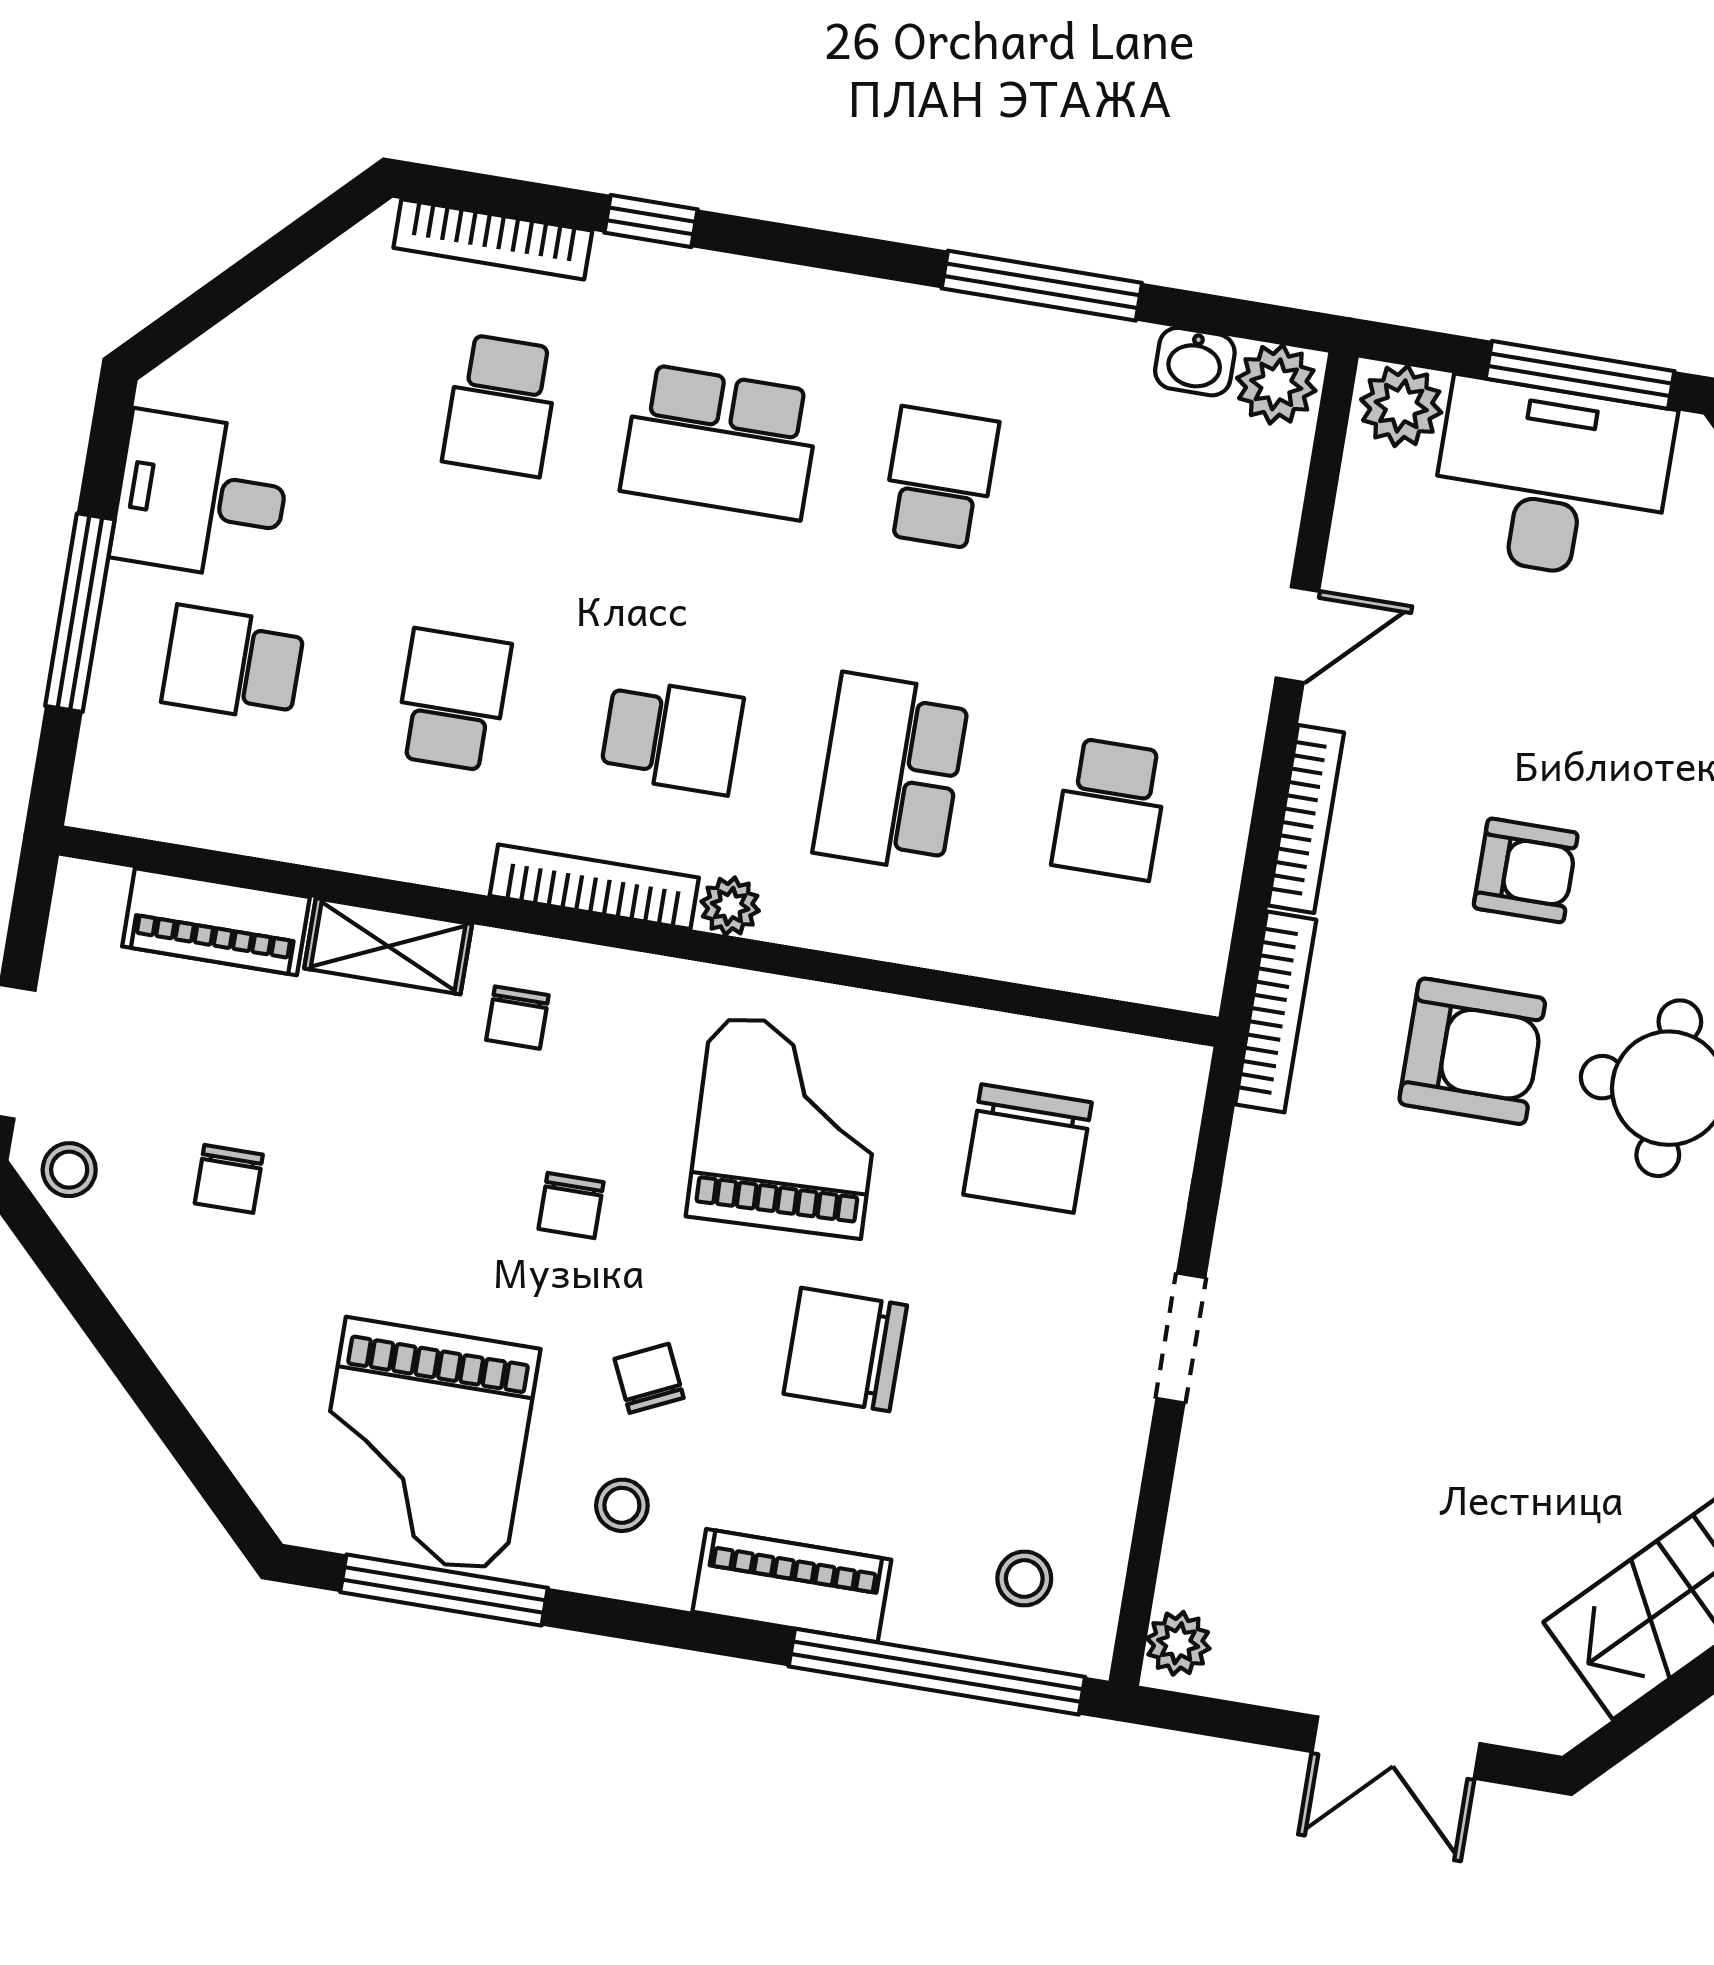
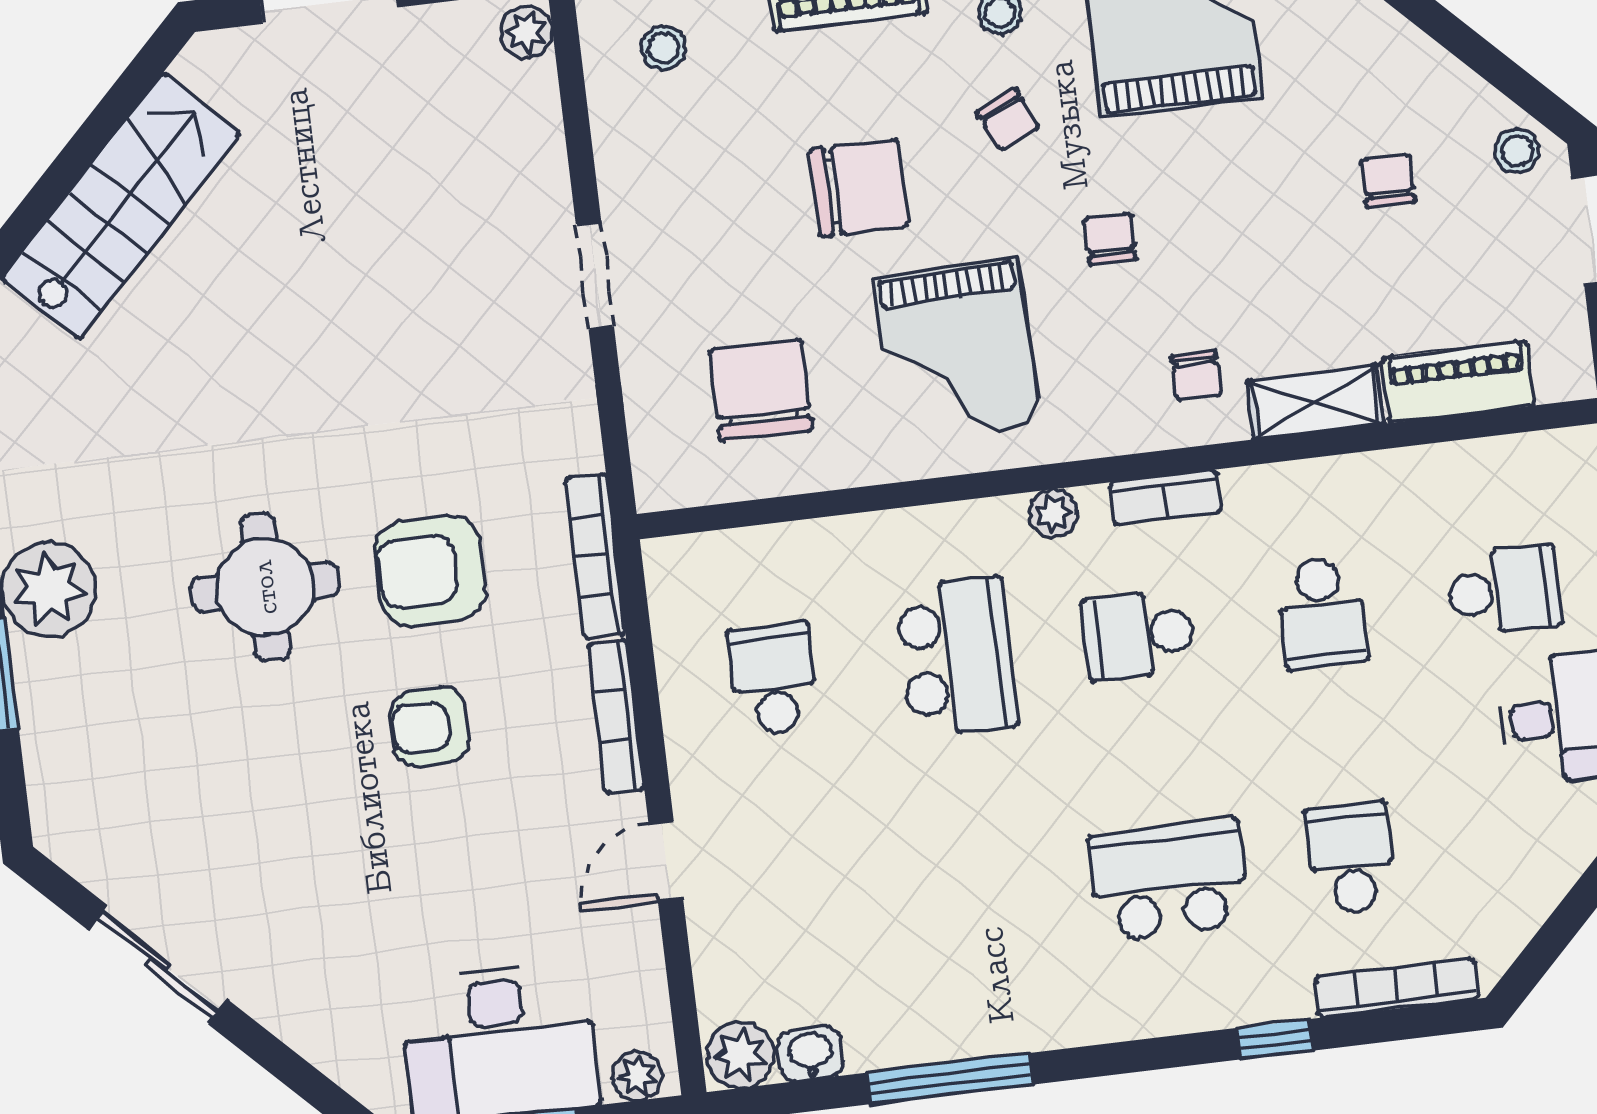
plant: (1401, 406) -> (637, 1076), width x0.73, depth x0.73
school desk: (940, 478) -> (986, 902), removed
bookcase: (594, 887) -> (1166, 497), width x0.64
chair: (517, 1018) -> (1196, 376), turned 180

